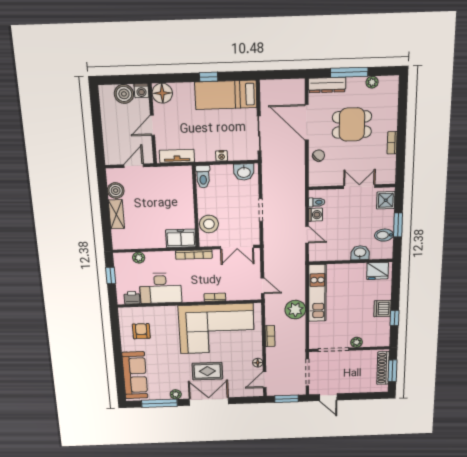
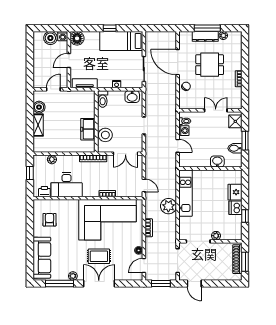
dresser: (327, 85) -> (205, 36), moved
freezer: (181, 238) -> (88, 129), moved, turned -90
fridge: (377, 271) -> (235, 192), moved, turned 90

